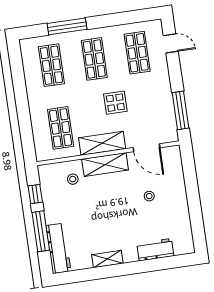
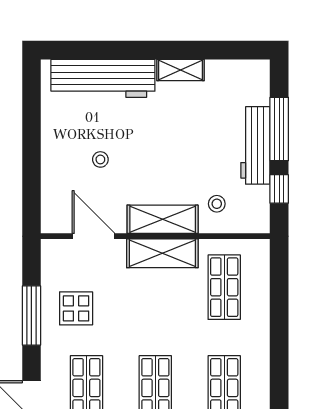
display table: (115, 103) -> (76, 308), moved
window: (181, 110) -> (31, 315), moved
workbench: (58, 248) -> (255, 145), moved
workbench: (155, 250) -> (103, 78), width x1.88, depth x1.32

